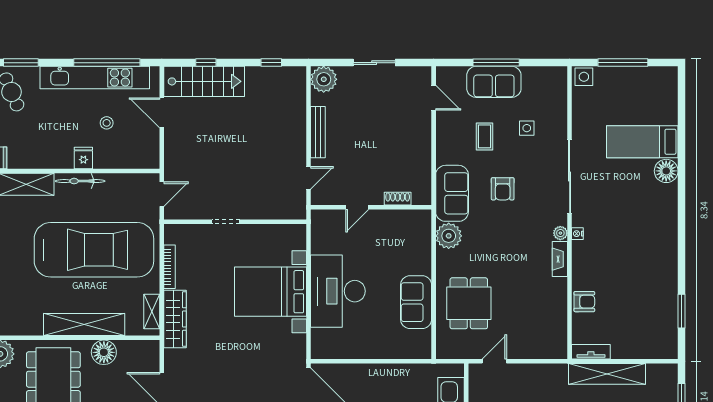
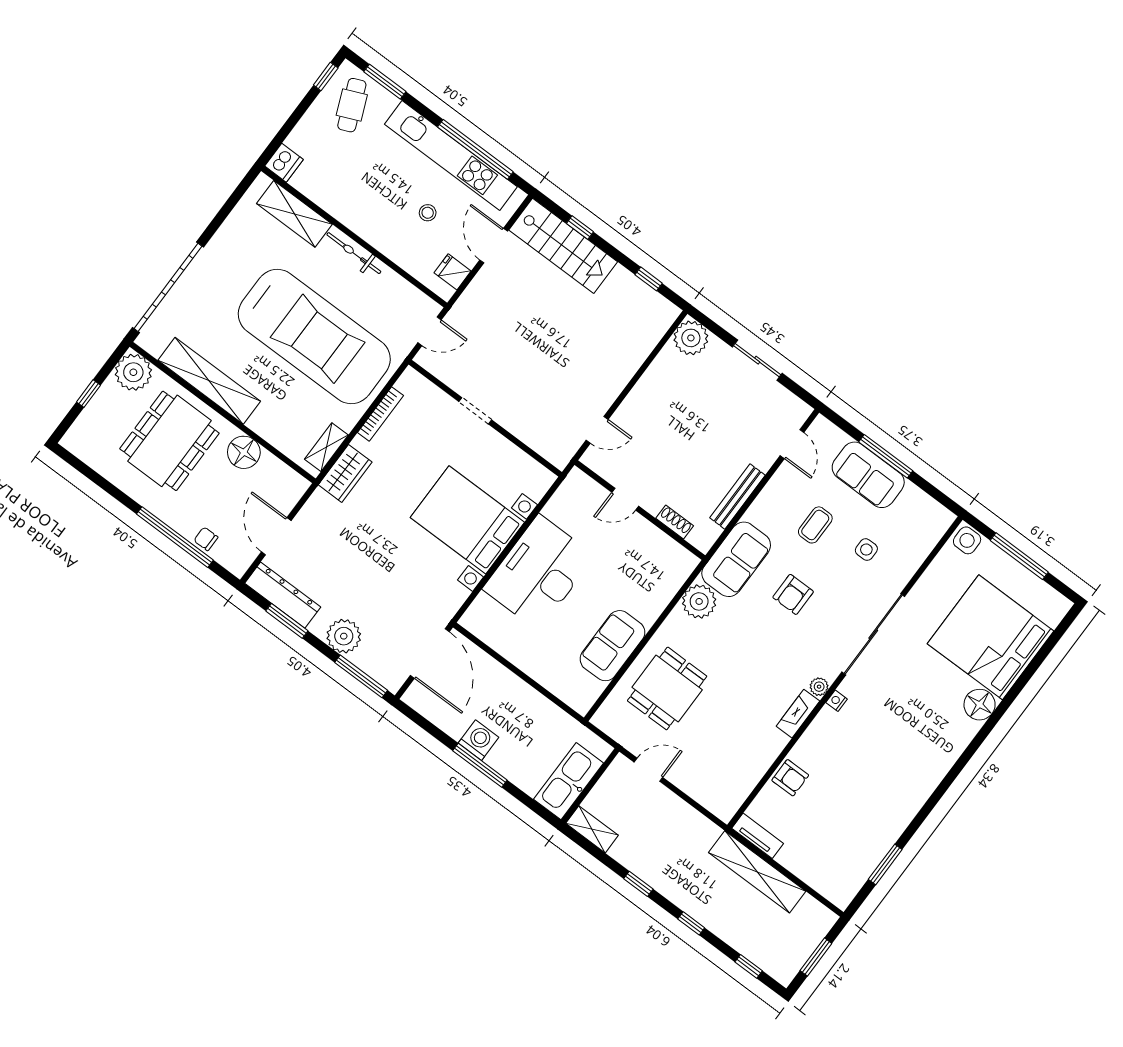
bench: (318, 132) -> (737, 496), moved
bed: (642, 142) -> (991, 637), width x2.04
fridge: (83, 158) -> (453, 272), moved, turned -90
wardrobe: (175, 319) -> (345, 473), width x0.67
shelving: (84, 325) -> (209, 381), moved

